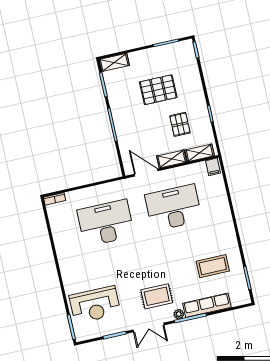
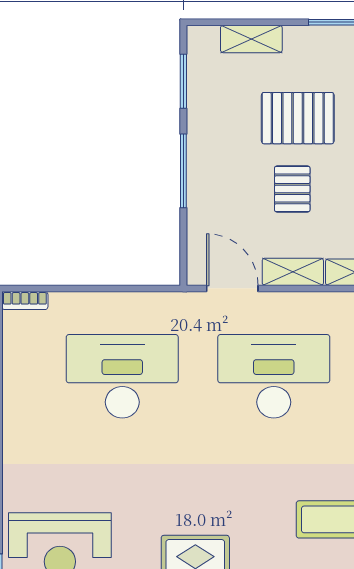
shelving: (114, 62) -> (251, 39), moved
pallet: (180, 124) -> (292, 189), moved

